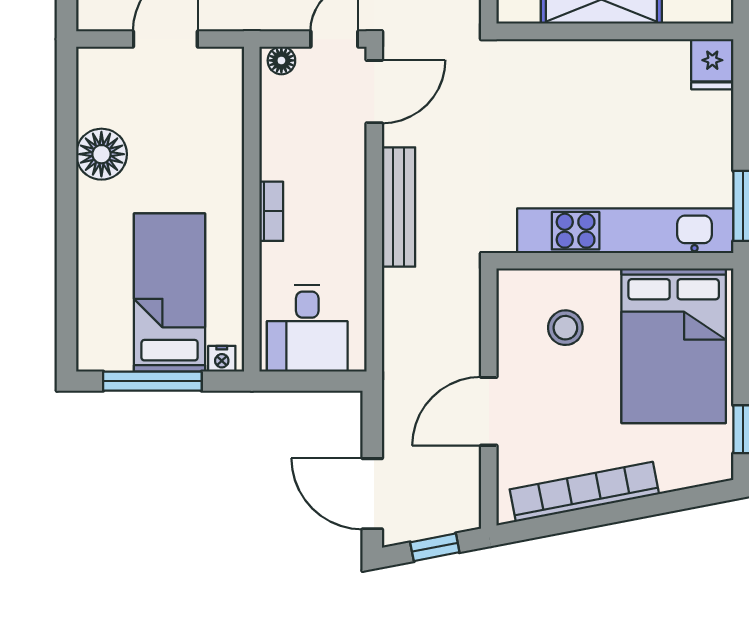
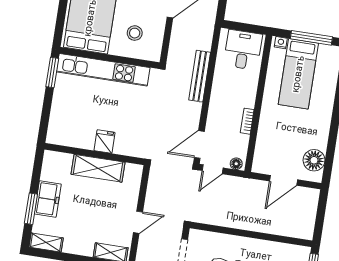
fridge: (712, 64) -> (104, 142), moved
floor lamp: (101, 154) -> (314, 160), moved
bench: (399, 207) -> (200, 76), moved
bookcase: (271, 211) -> (247, 121), moved

